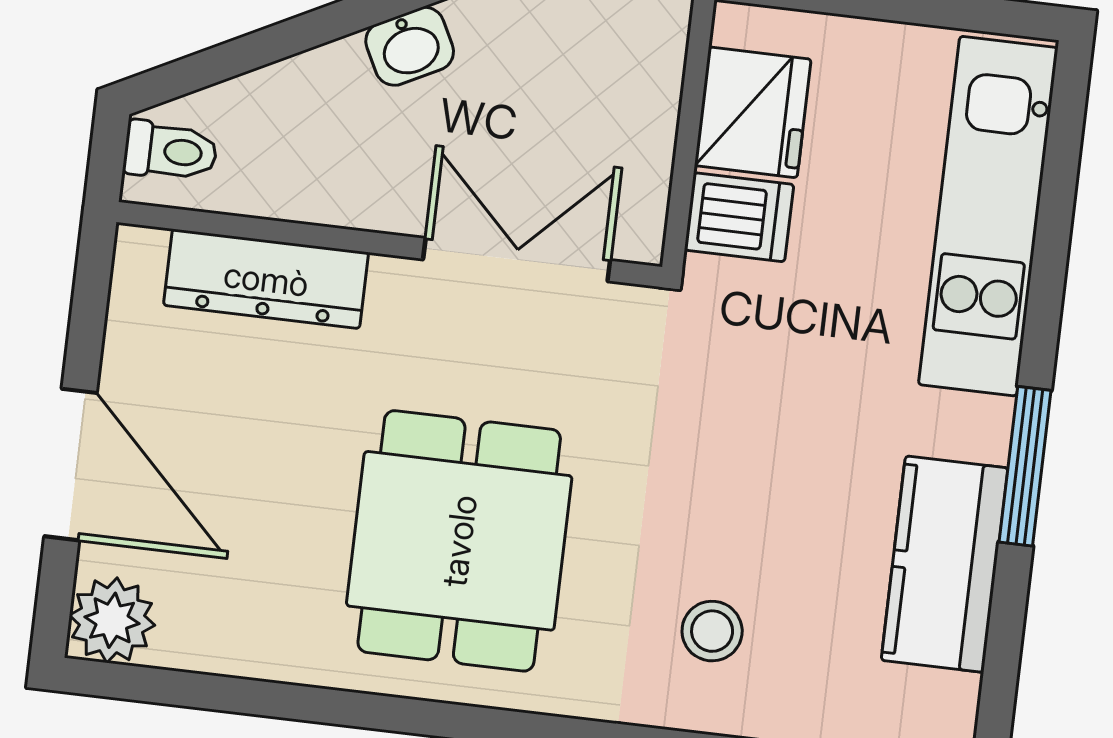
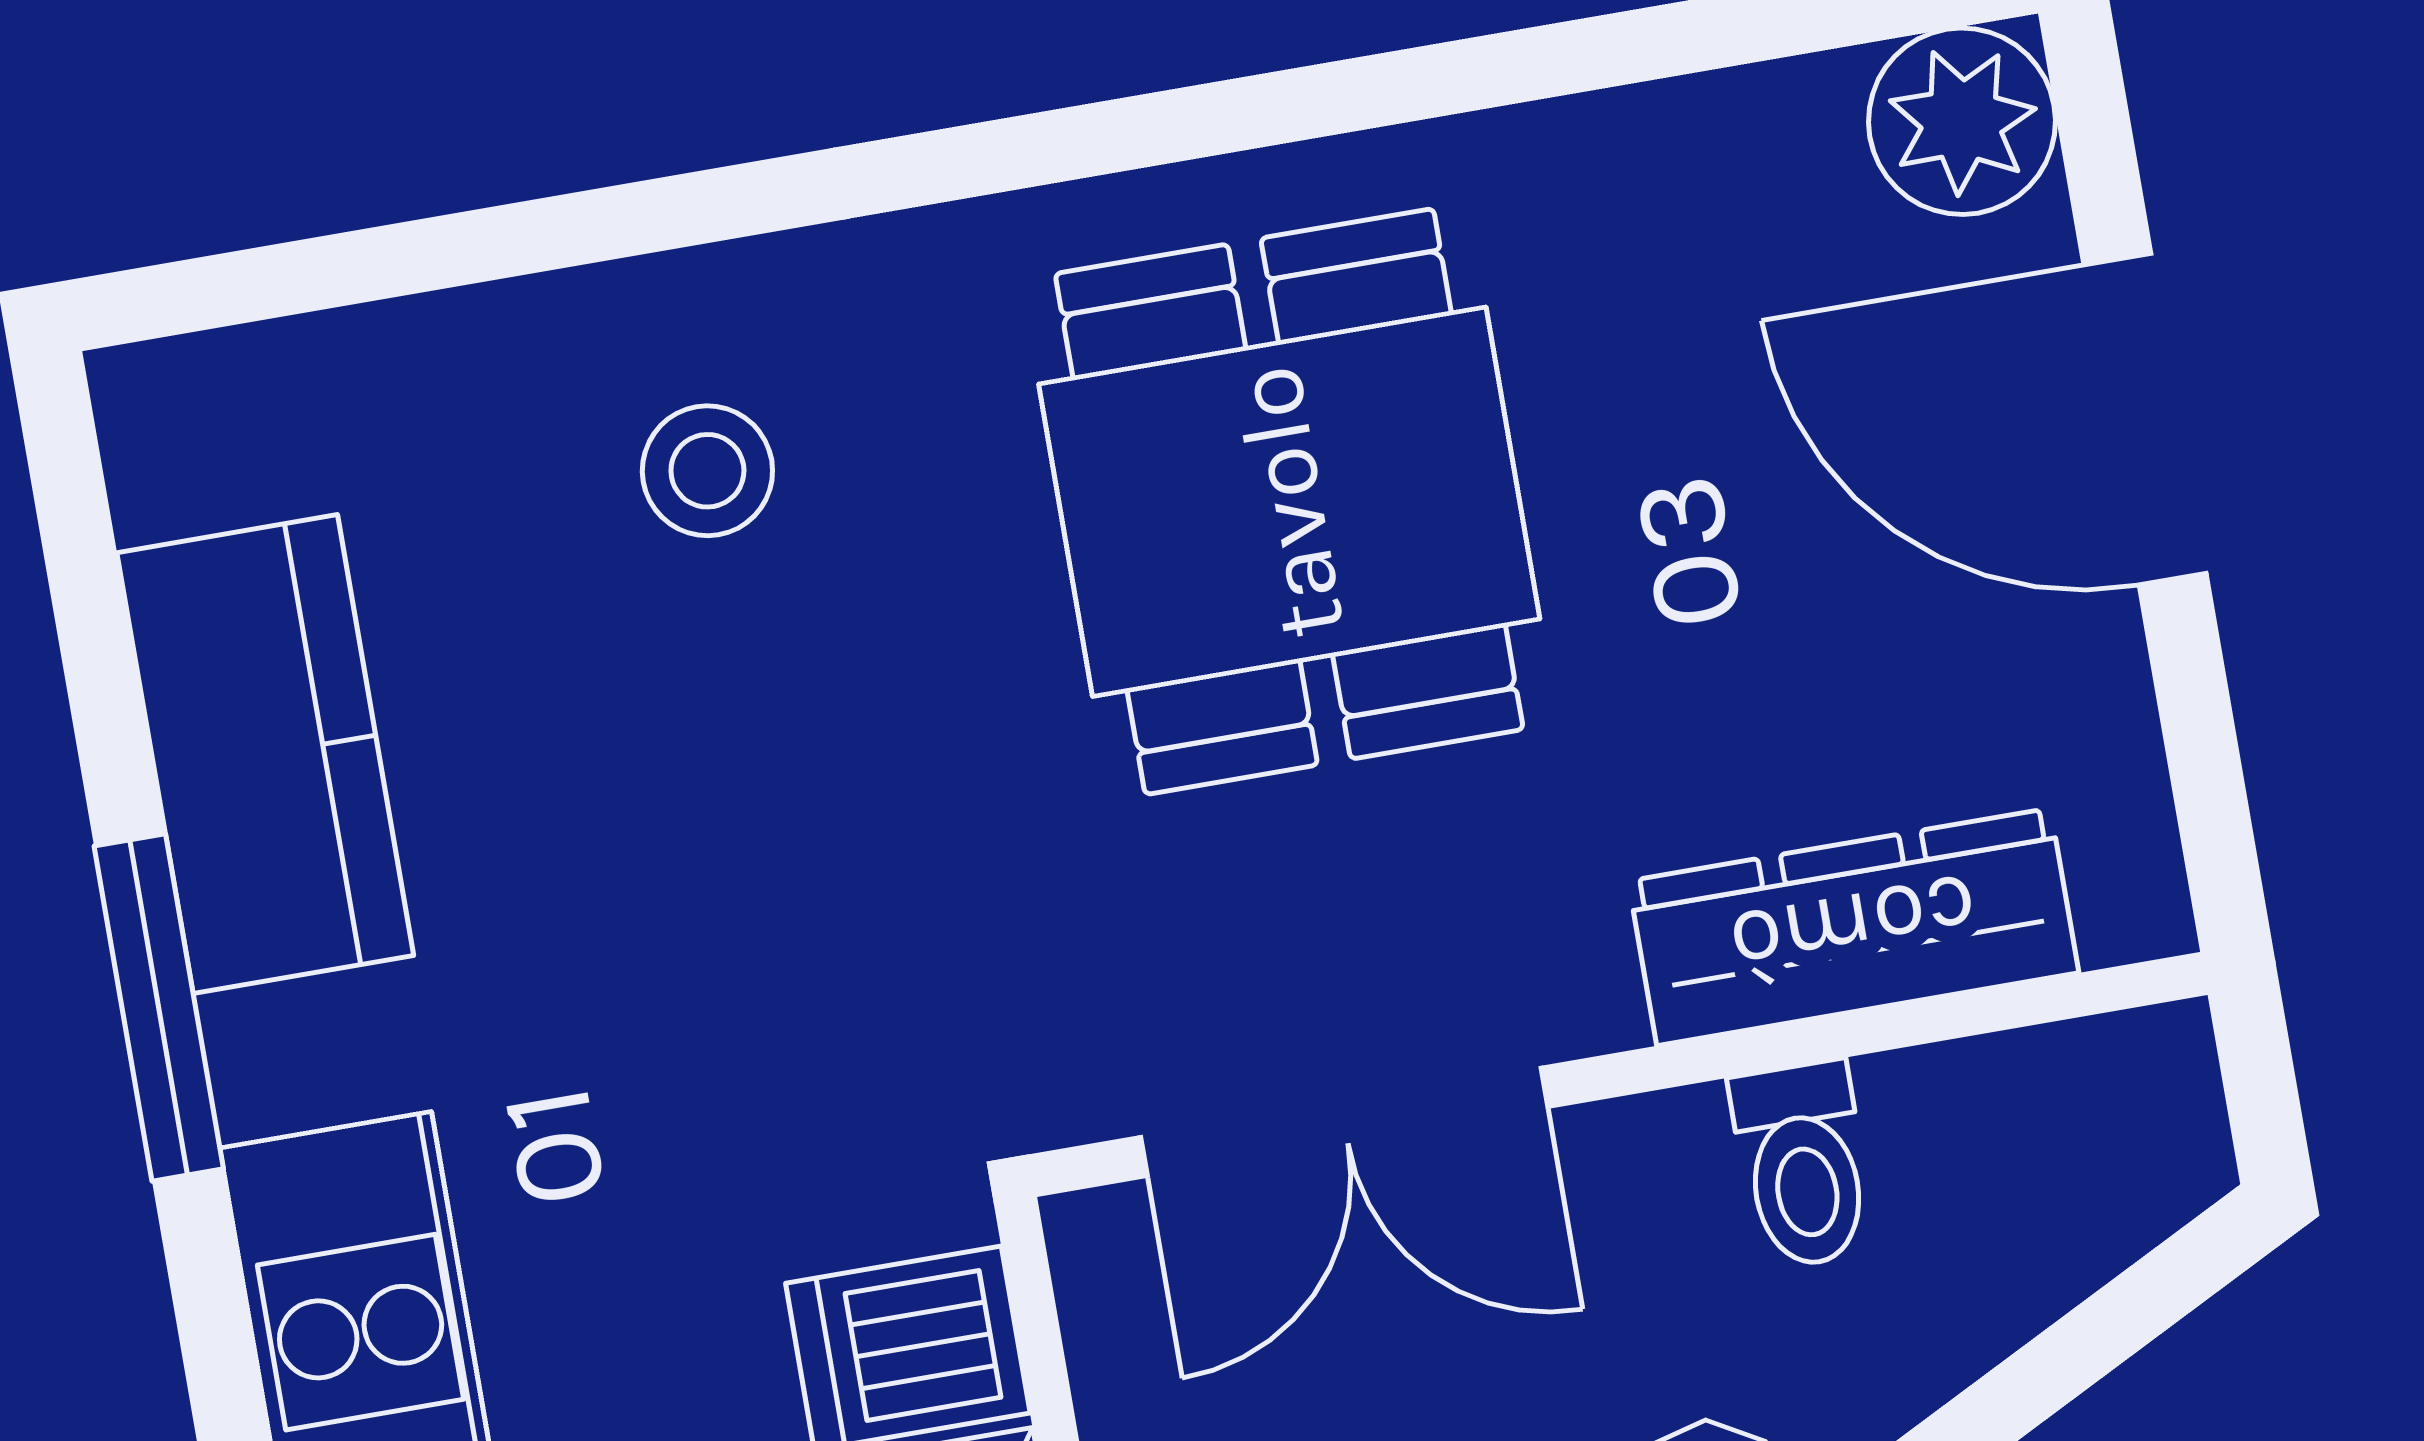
toilet: (170, 151) -> (1803, 1165), moved, turned -90

